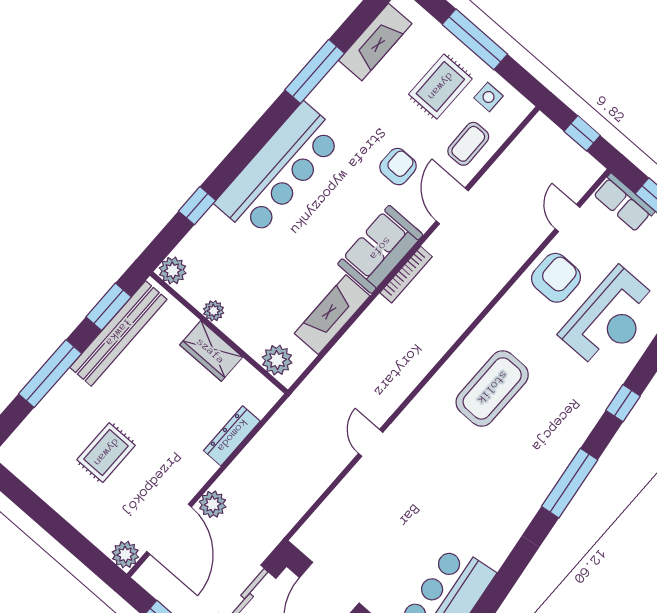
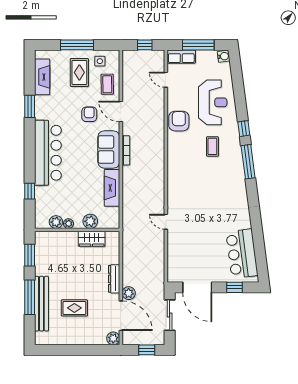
window: (315, 72) -> (30, 106), width x0.69
plant: (173, 270) -> (56, 222), moved
armchair: (556, 278) -> (179, 121), moved
bench: (118, 333) -> (41, 304), moved
wardrobe: (211, 351) -> (92, 239), moved
plant: (277, 360) -> (90, 221), moved
coffee table: (492, 388) -> (212, 146), moved, width x0.54, depth x0.58
dresser: (232, 436) -> (114, 279), moved
rug: (106, 453) -> (74, 308), turned 90
window: (570, 483) -> (248, 162), moved

